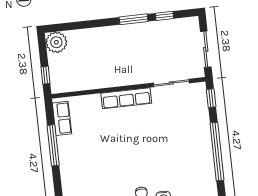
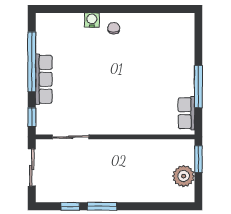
plant: (56, 42) -> (184, 176), moved
window: (45, 75) -> (198, 159), width x1.50
row of seats: (126, 98) -> (44, 79), moved, turned 90

